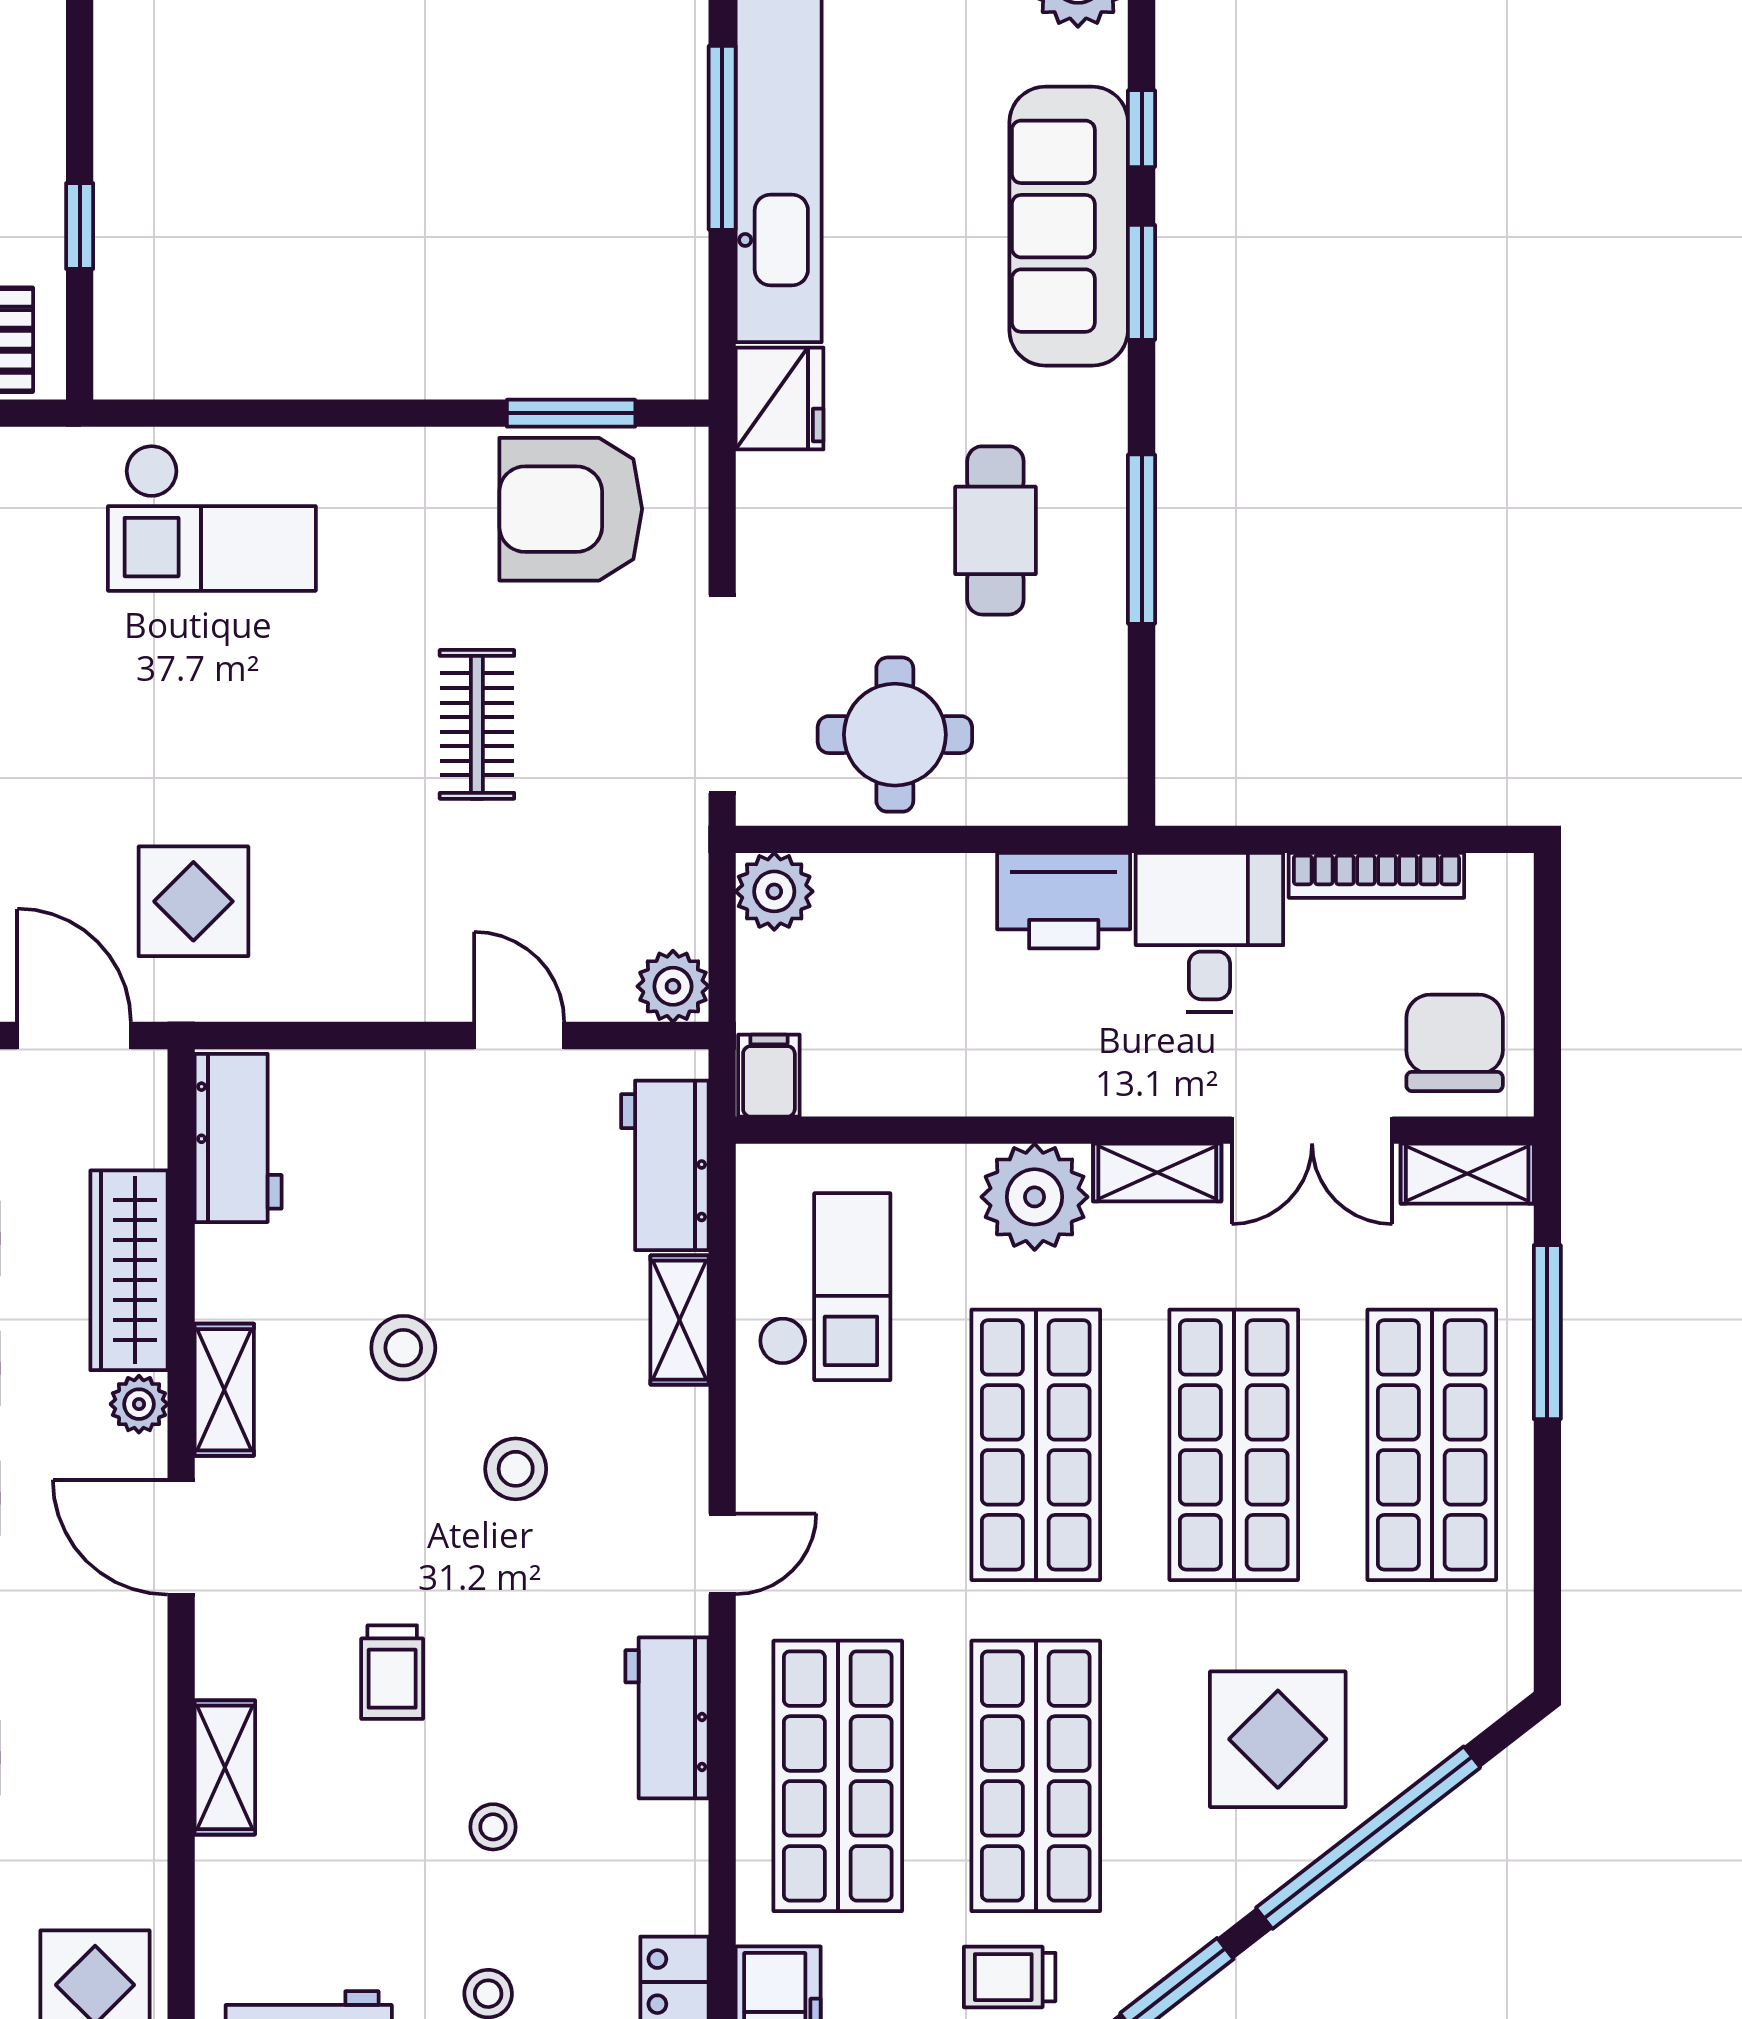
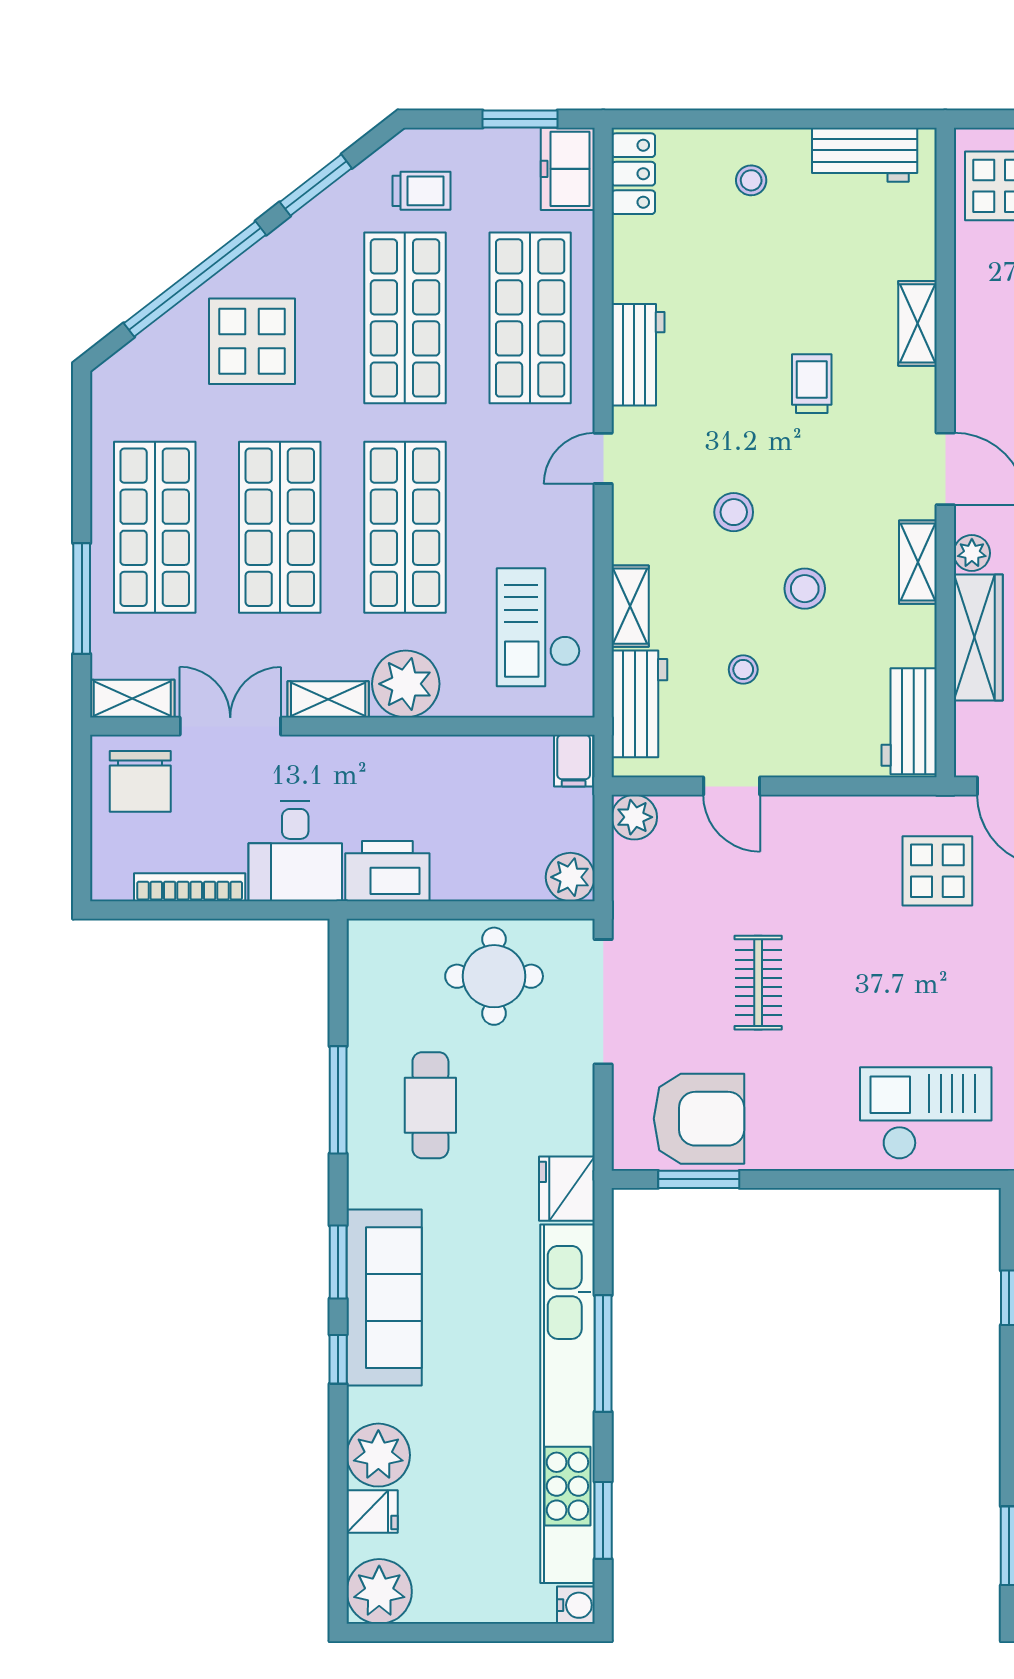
stool: (493, 1827) -> (743, 670), moved

